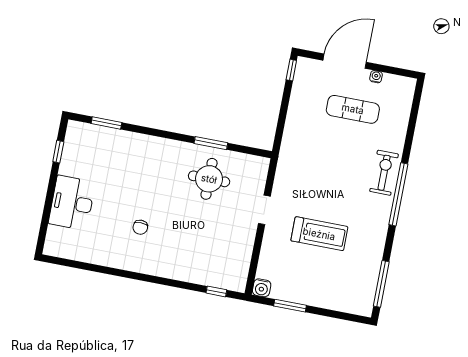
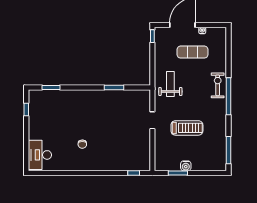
weight bench: (306, 155) -> (170, 84), added
round table: (209, 179) -> (117, 108), removed
desk: (72, 203) -> (40, 155), moved
water cooler: (262, 288) -> (186, 166), moved

